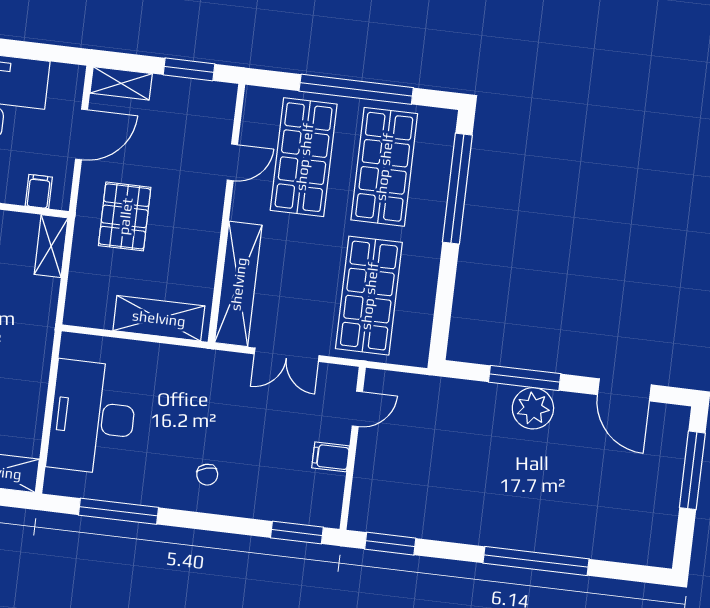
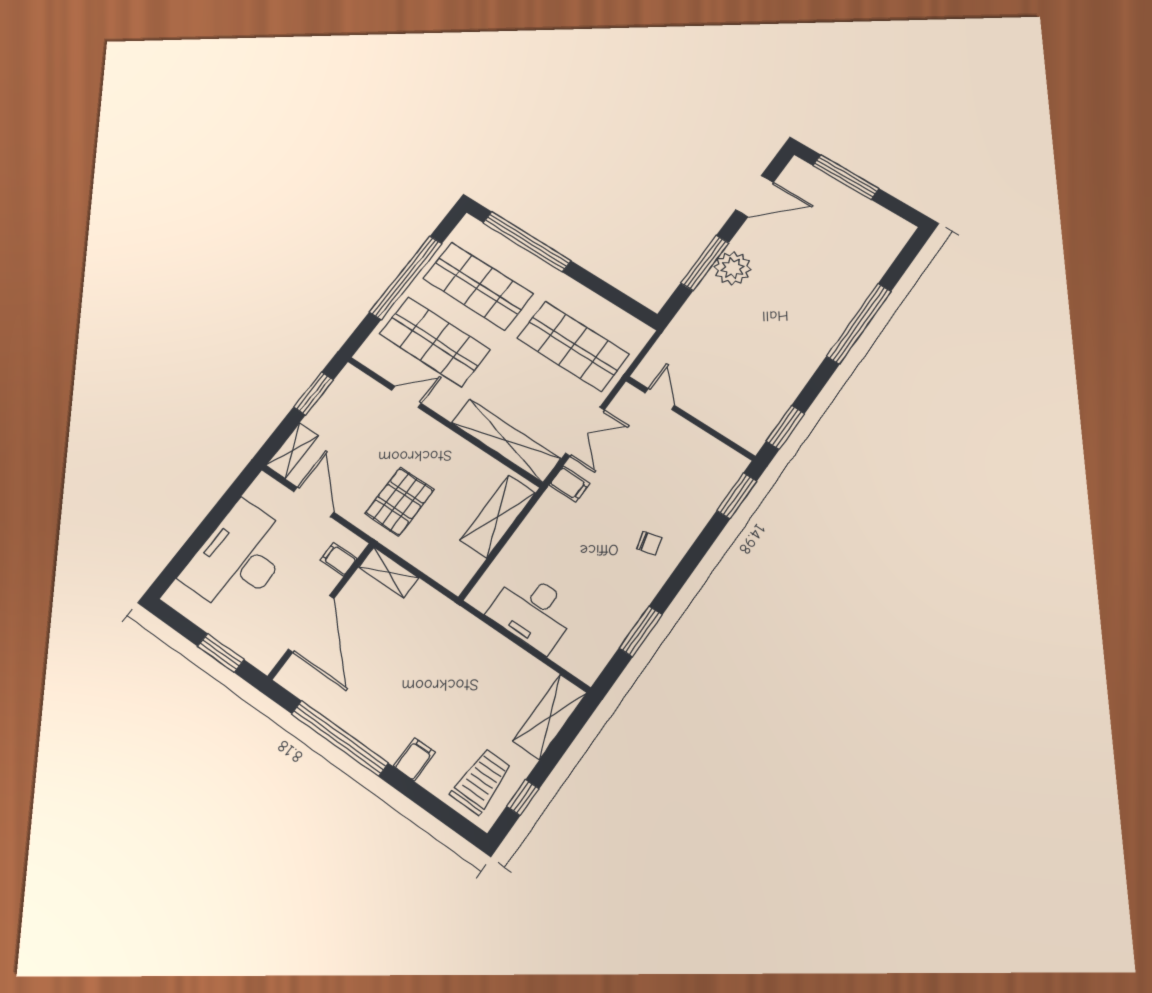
door: (232, 162) -> (406, 397), hinge flipped
pallet: (125, 216) -> (399, 502), turned 90
desk: (92, 417) -> (533, 612), width x0.73, depth x0.77
filing cabinet: (331, 457) -> (569, 484), moved, turned -90
window: (118, 511) -> (641, 631), width x0.69

